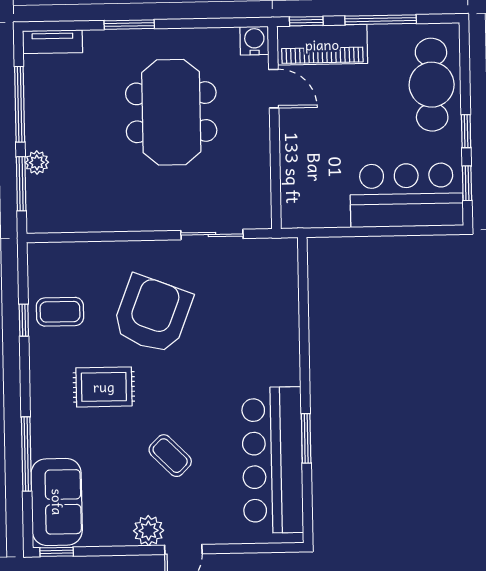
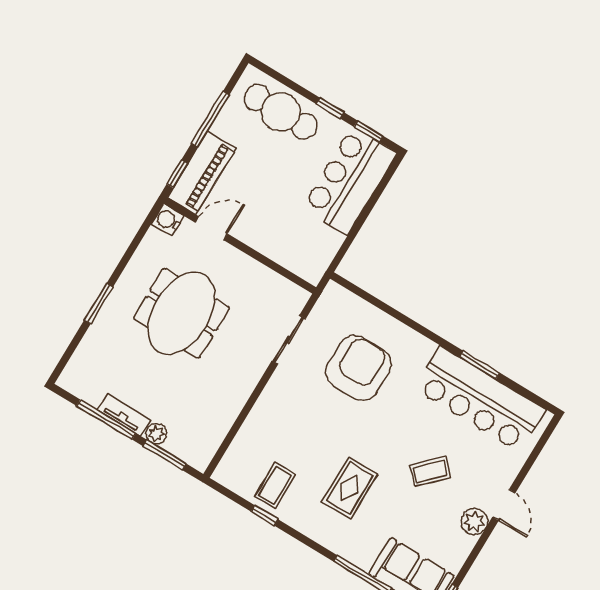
tv unit: (53, 42) -> (124, 415), moved, turned -90
meeting table: (171, 112) -> (181, 313), turned 90
armchair: (152, 314) -> (359, 368), moved, turned 69

